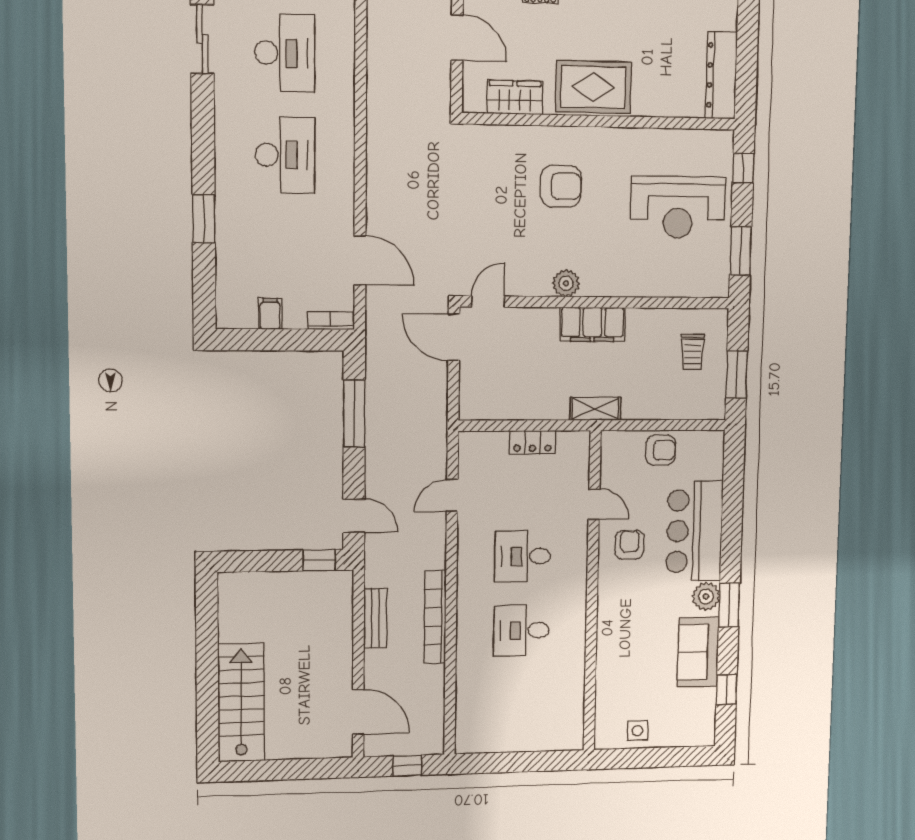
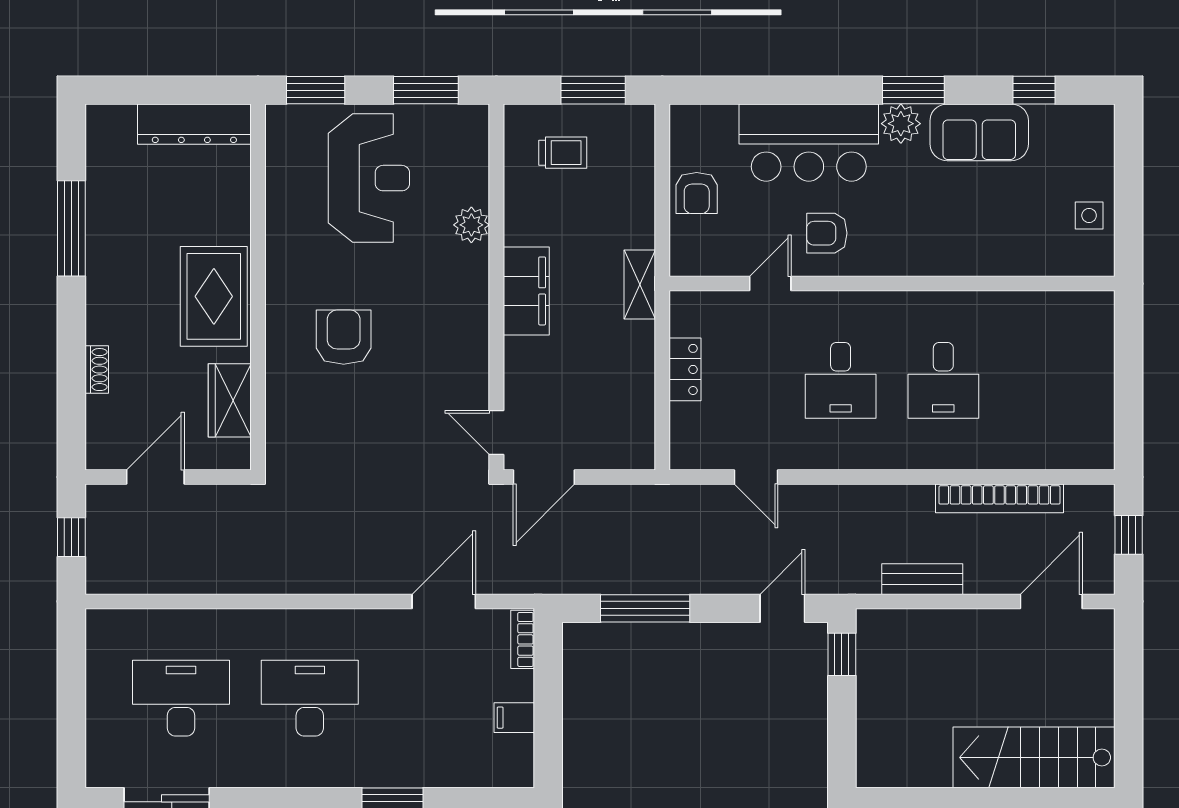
window: (743, 168) -> (316, 90), width x1.50
plant: (566, 283) -> (471, 225), moved
armchair: (661, 450) -> (697, 193), turned 180
bookcase: (435, 617) -> (1000, 498), moved

